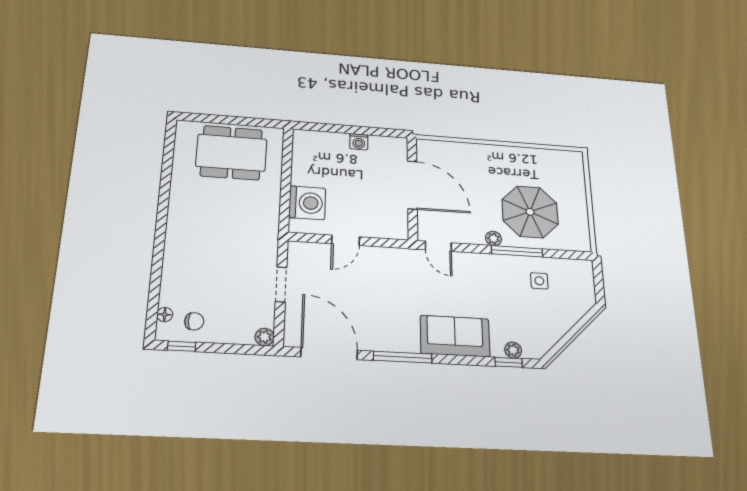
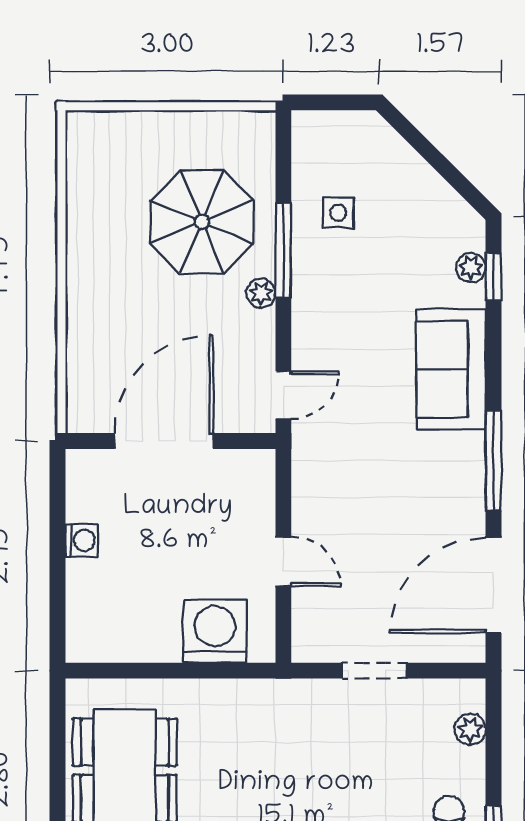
plant: (265, 337) -> (470, 729), moved

